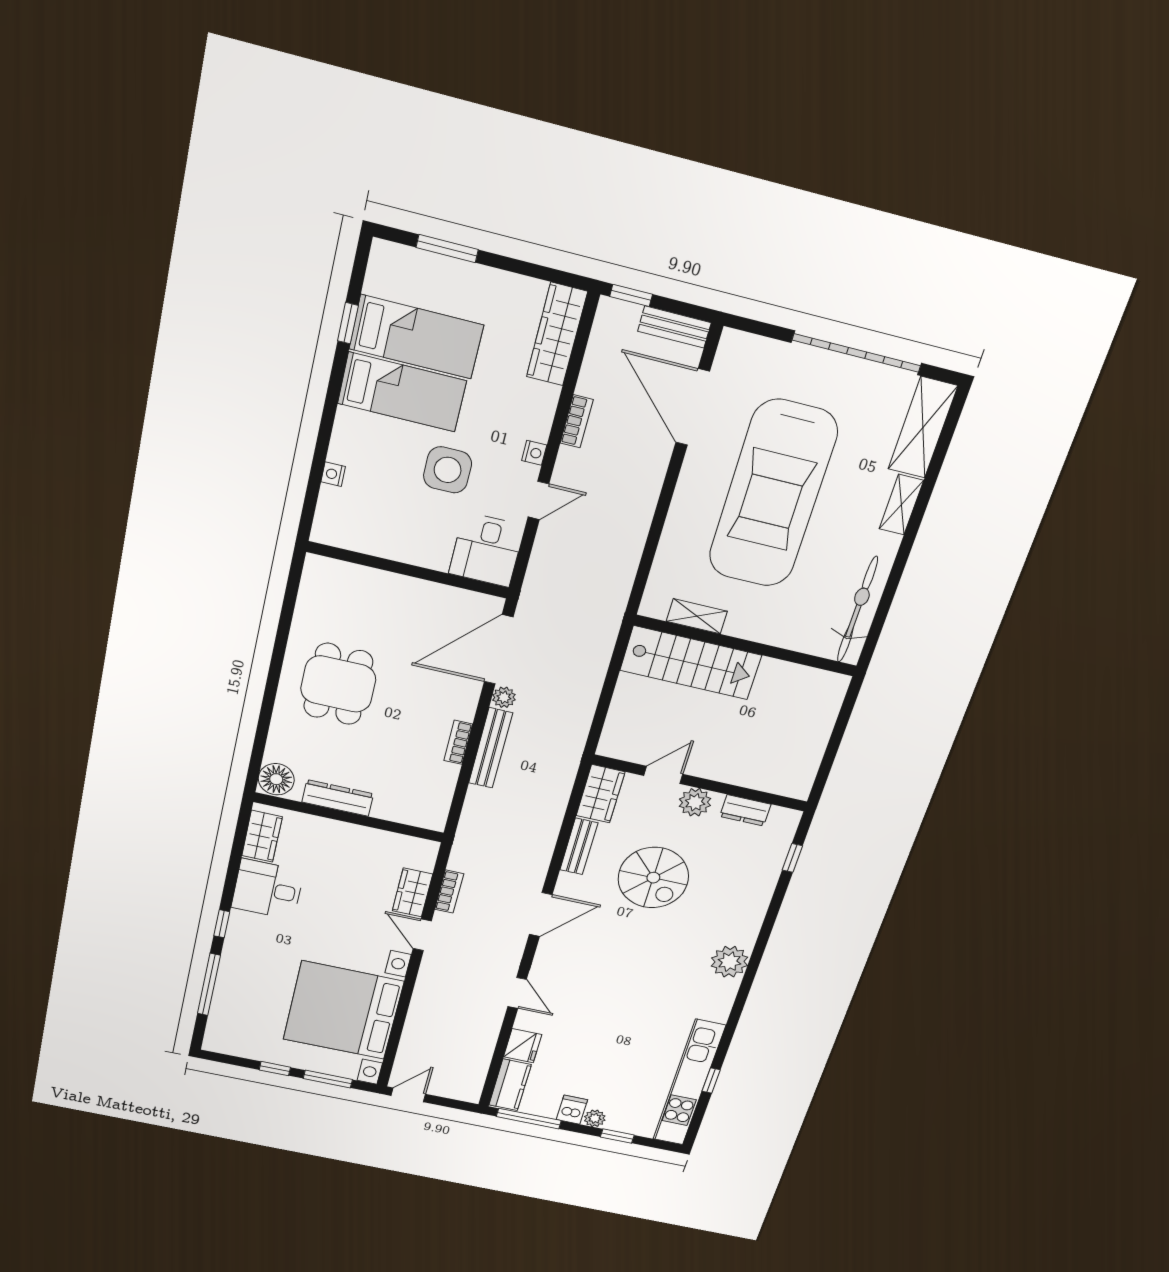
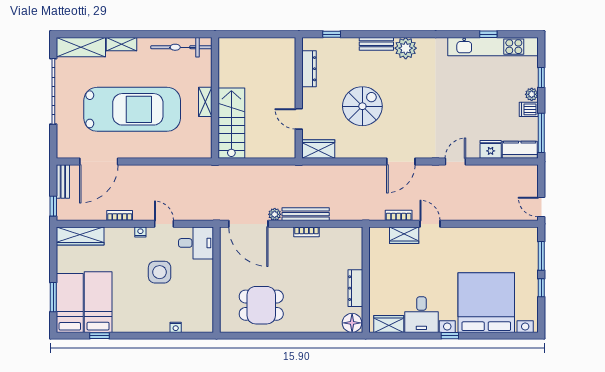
bed: (402, 392) -> (70, 303), moved
shelving: (697, 616) -> (205, 102), moved
dining table: (338, 684) -> (261, 305), moved
plant: (695, 802) -> (311, 97), removed
dresser: (745, 810) -> (309, 69), width x1.44
bench: (579, 846) -> (376, 44), moved
door: (541, 915) -> (401, 162), swing flipped
door: (422, 935) -> (430, 224), swing flipped
window: (209, 984) -> (492, 336), removed
bed with nightstands: (343, 1010) -> (486, 303), moved, turned 180

